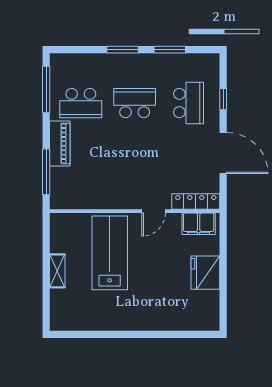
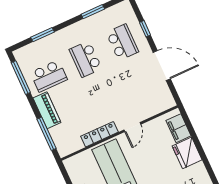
window: (123, 50) -> (42, 35), moved
school desk: (135, 103) -> (86, 59), turned -90
locker: (196, 201) -> (99, 134), moved
filing cabinet: (199, 224) -> (179, 128), moved, turned 90

